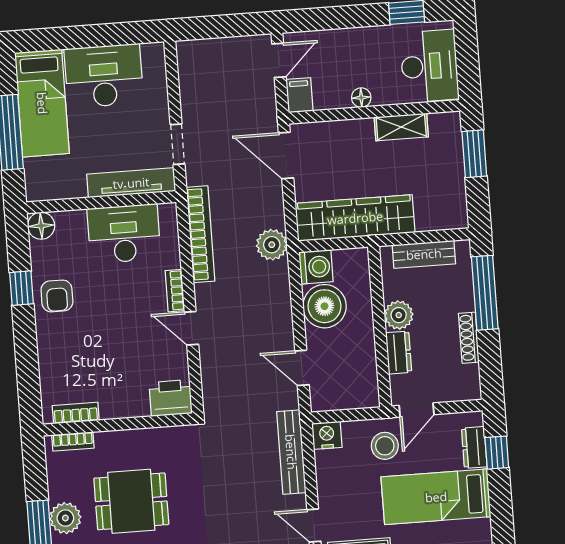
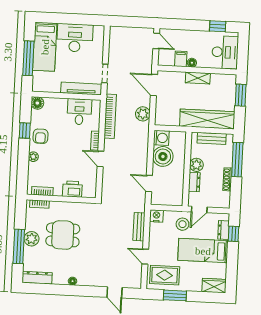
door: (279, 60) -> (156, 41), hinge flipped
filing cabinet: (299, 95) -> (181, 59), moved
shelving: (401, 127) -> (198, 78), moved
wardrobe: (355, 218) -> (207, 119), moved
desk: (124, 234) -> (79, 112), width x0.73
plant: (272, 245) -> (143, 114), moved
plant: (47, 342) -> (33, 157), added
printer: (171, 398) -> (72, 189), moved
bench: (291, 452) -> (139, 227), width x0.73

